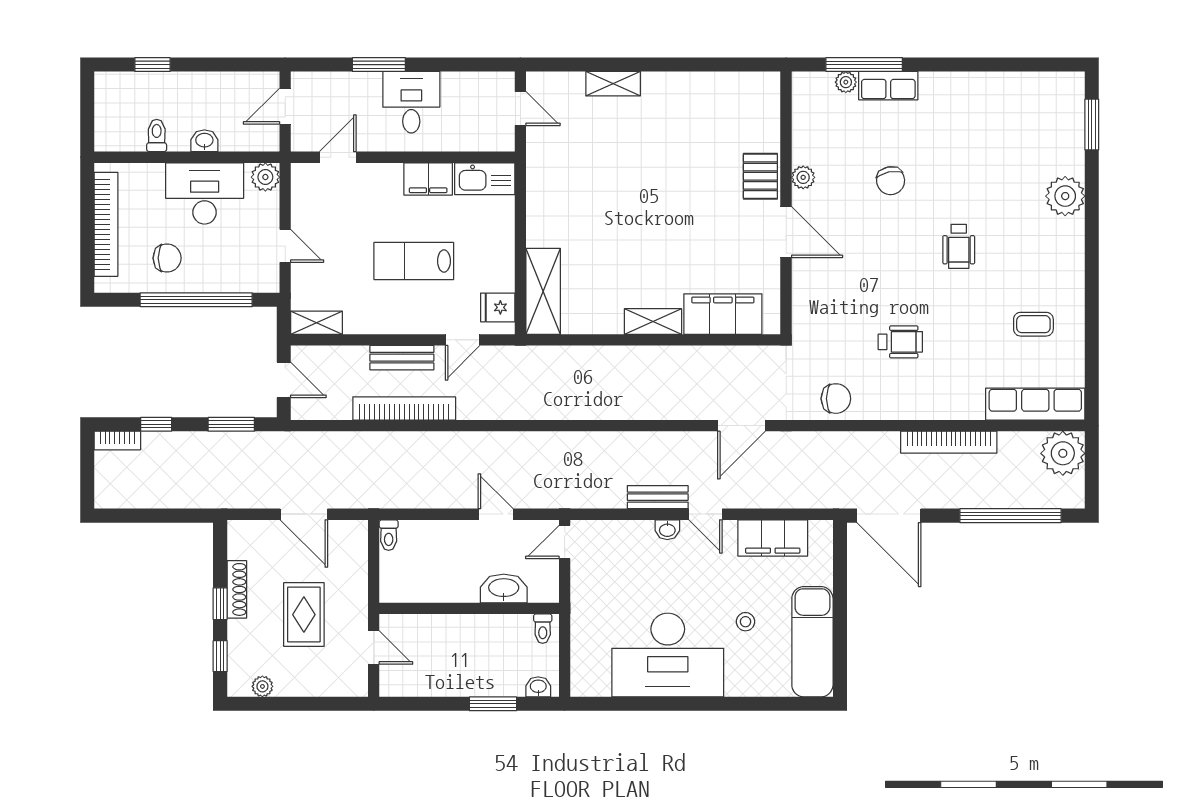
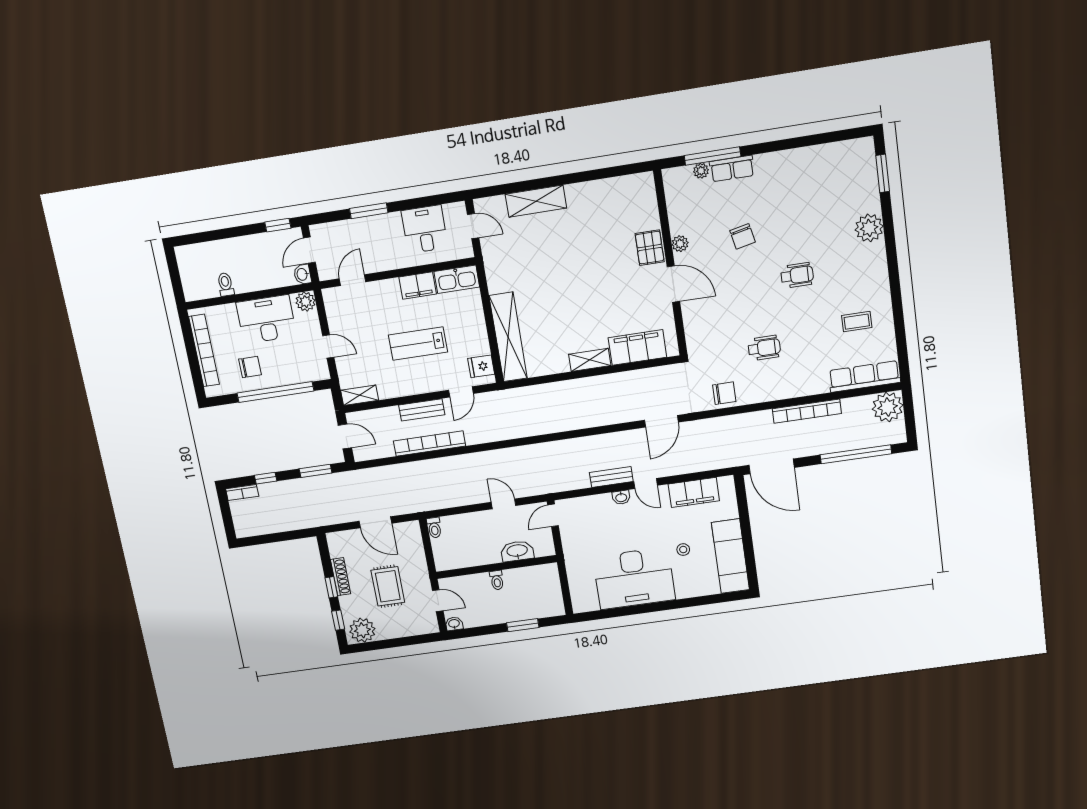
window: (152, 65) -> (278, 225), moved
shelving: (613, 84) -> (536, 201), width x1.50, depth x1.33
desk: (411, 102) -> (425, 229), moved
washbasin: (204, 141) -> (302, 274), moved, turned -90
wheelchair: (959, 246) -> (797, 275), turned -90
shelving: (543, 291) -> (508, 337), width x1.47
toilet: (543, 629) -> (497, 580), moved
plant: (262, 686) -> (362, 630), width x1.88, depth x1.88
washbasin: (538, 687) -> (454, 624), moved

